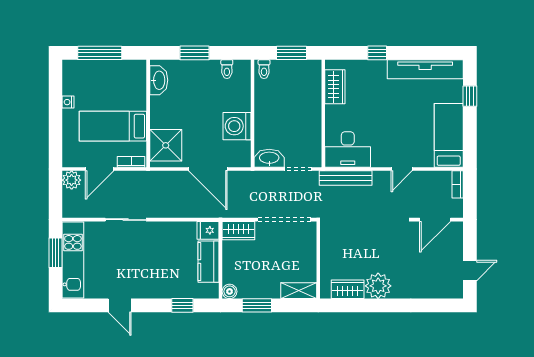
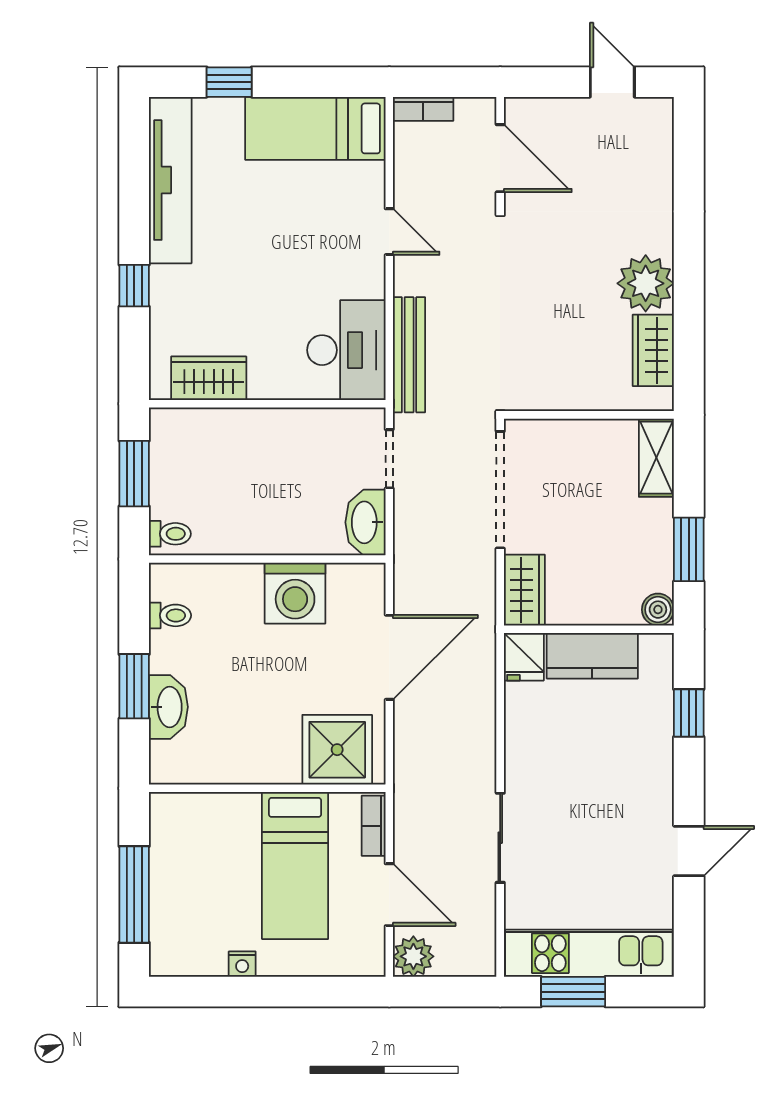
washbasin: (159, 80) -> (168, 707), moved, turned 90

